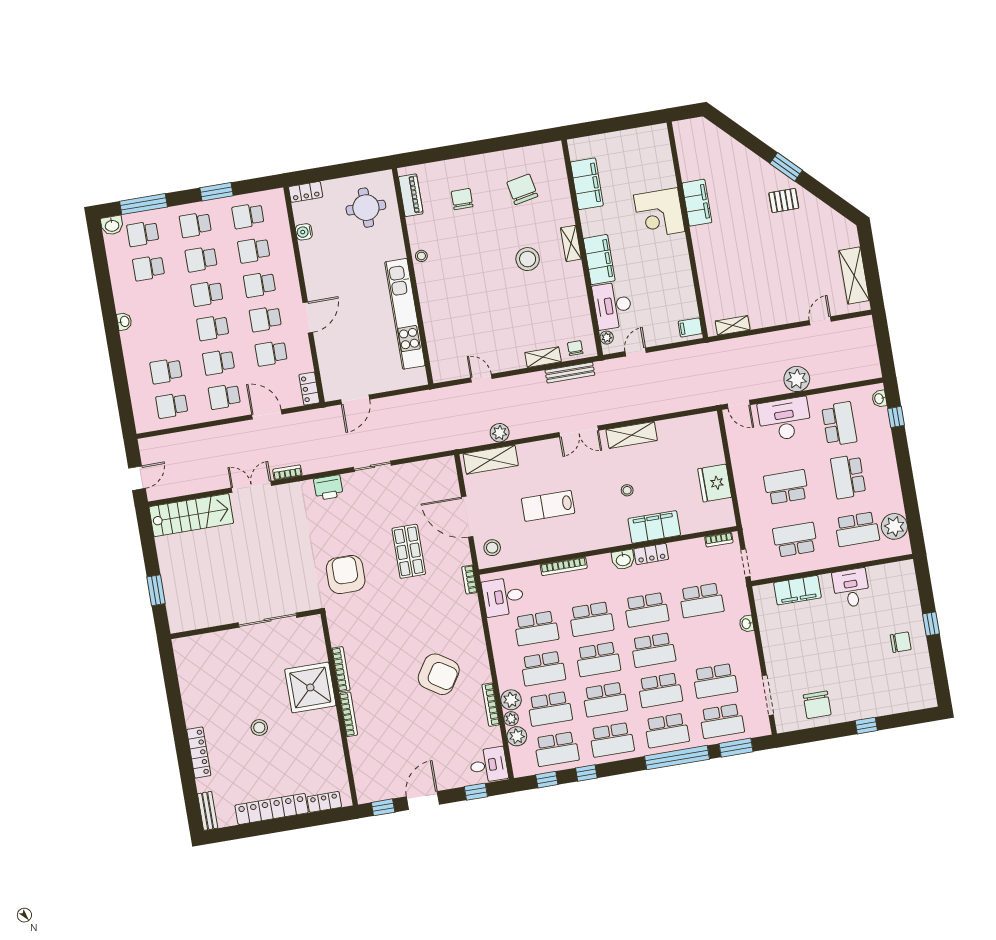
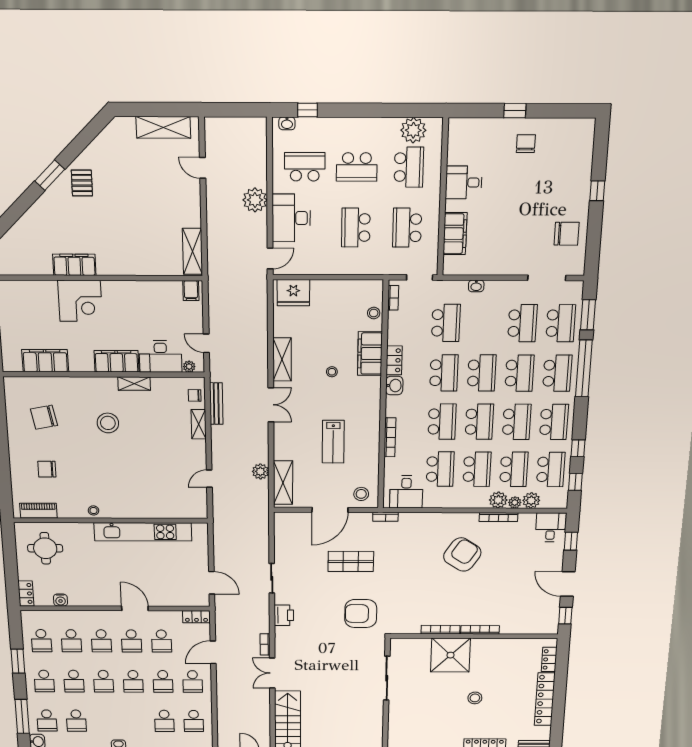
shelving: (571, 243) -> (134, 384), moved
shelving: (733, 325) -> (193, 251), width x1.50, depth x1.33
fridge: (715, 483) -> (293, 293), moved
stool: (699, 523) -> (374, 313), added

